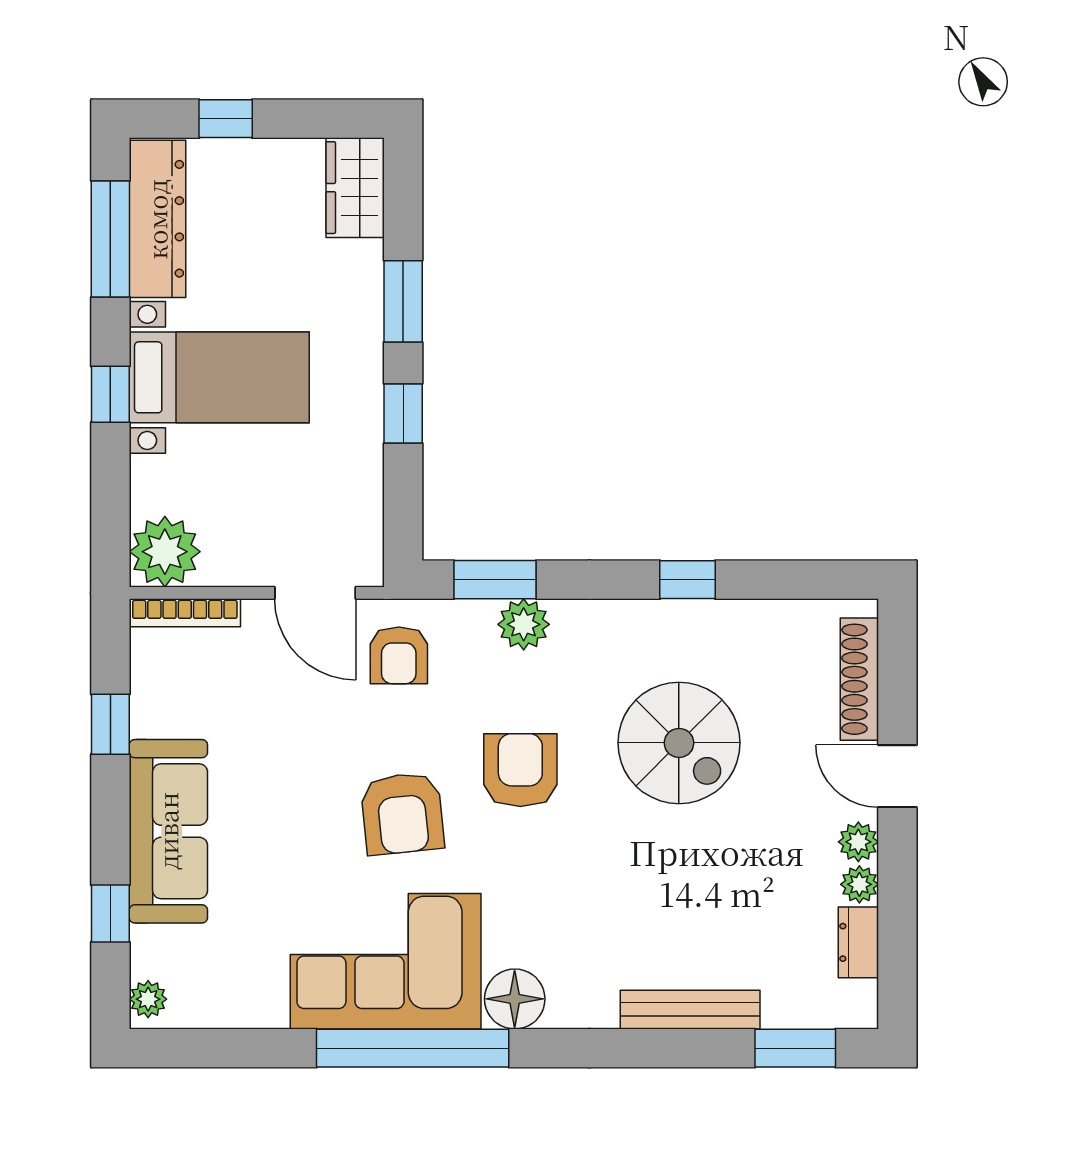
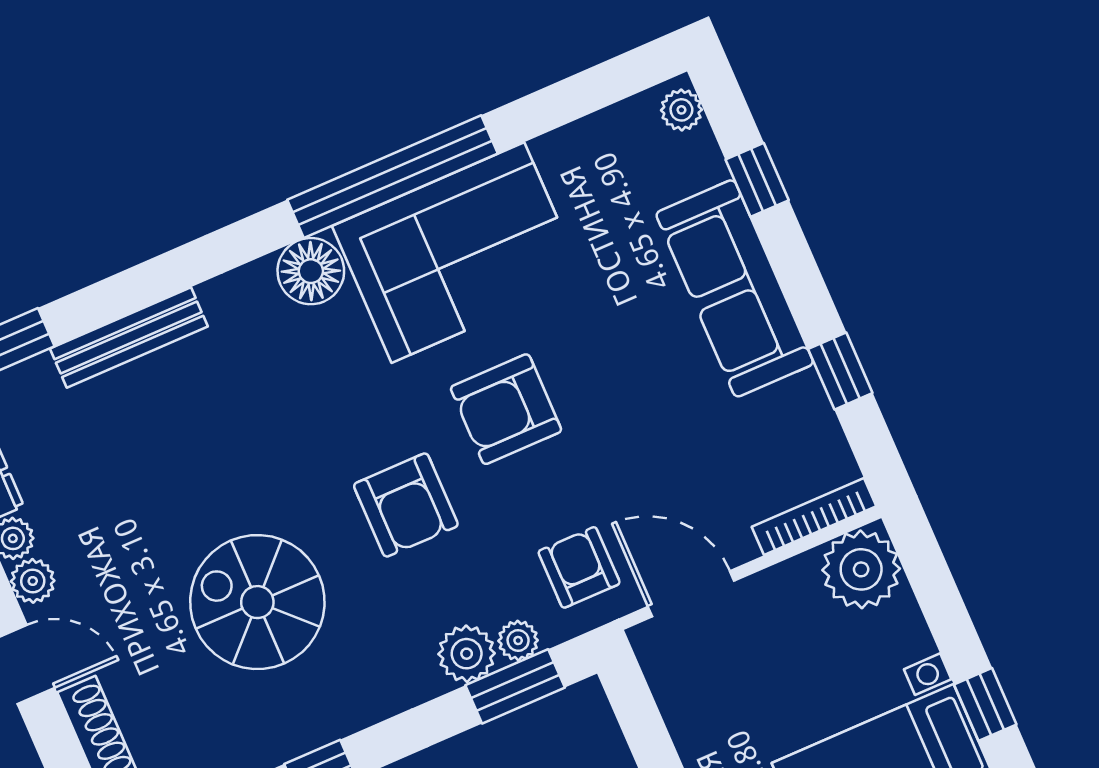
plant: (476, 617) -> (518, 641), added
armchair: (402, 813) -> (506, 409), turned -84

